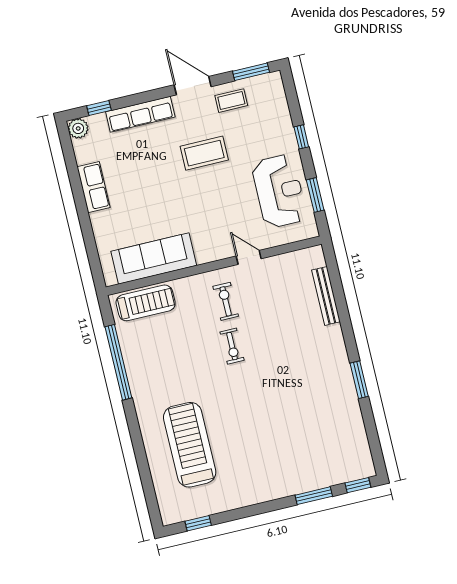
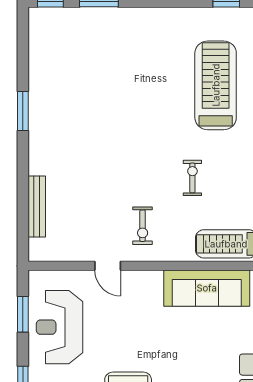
exercise bike: (232, 346) -> (192, 178), moved
treadmill: (190, 445) -> (216, 85), turned 180

